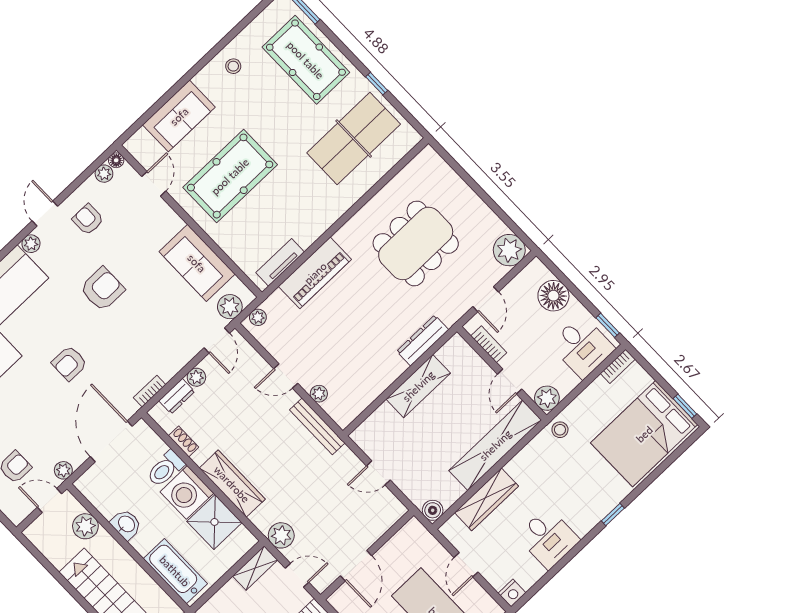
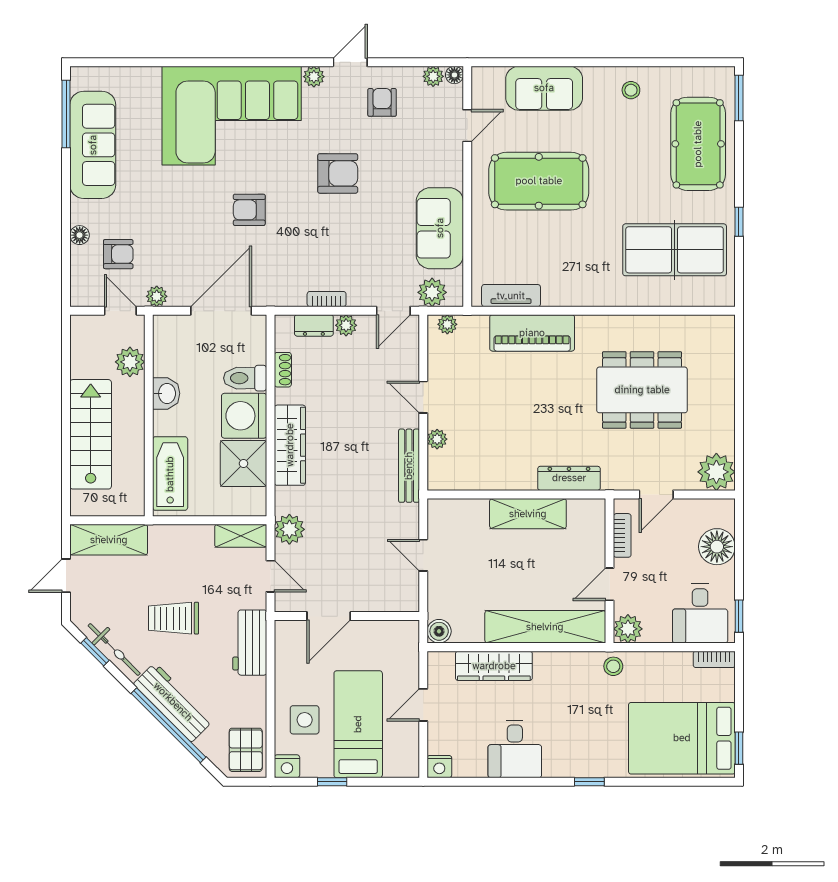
bookcase: (150, 391) -> (327, 299), moved

